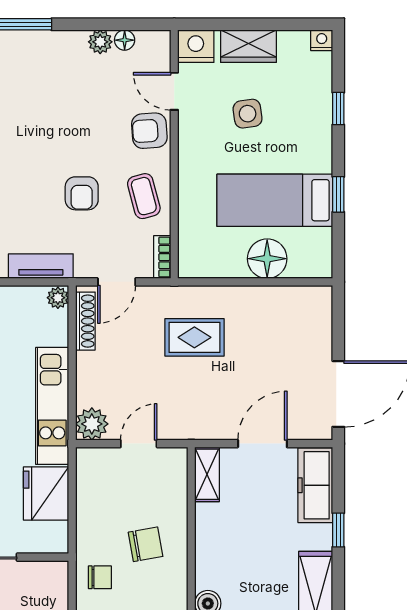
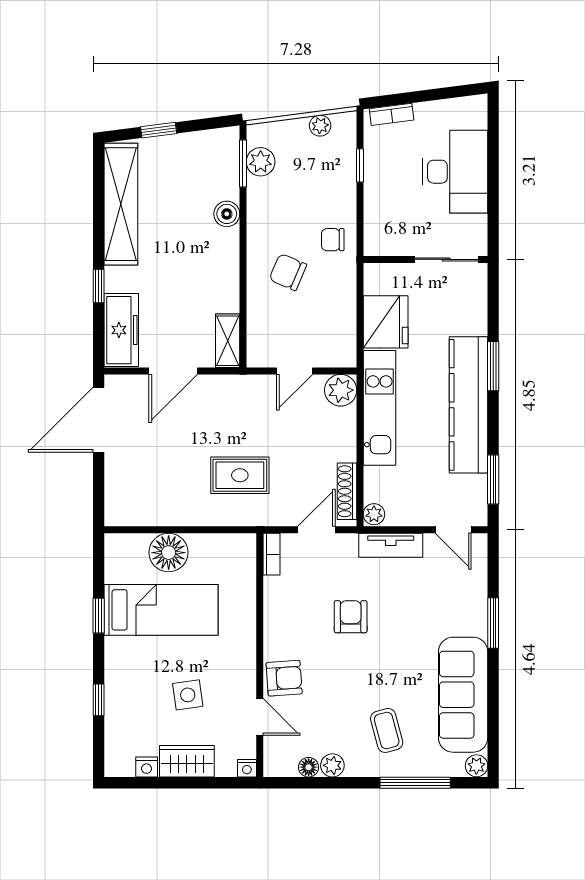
nightstand: (322, 40) -> (147, 767), moved
nightstand: (196, 46) -> (247, 768), width x0.53, depth x0.56
coffee table: (144, 196) -> (387, 730), moved
chair: (146, 544) -> (288, 272), turned 33

